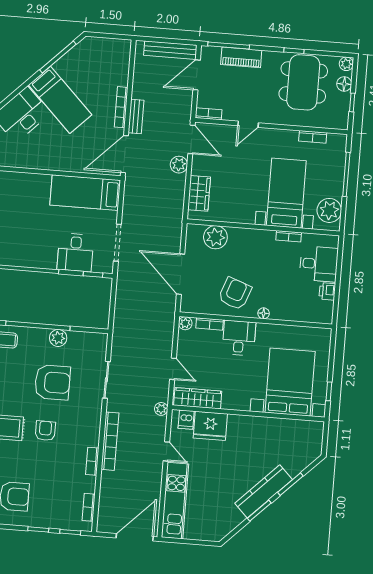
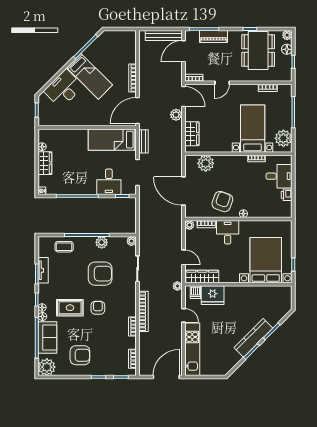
bench: (136, 117) -> (143, 141), moved
plant: (101, 340) -> (131, 241), added

